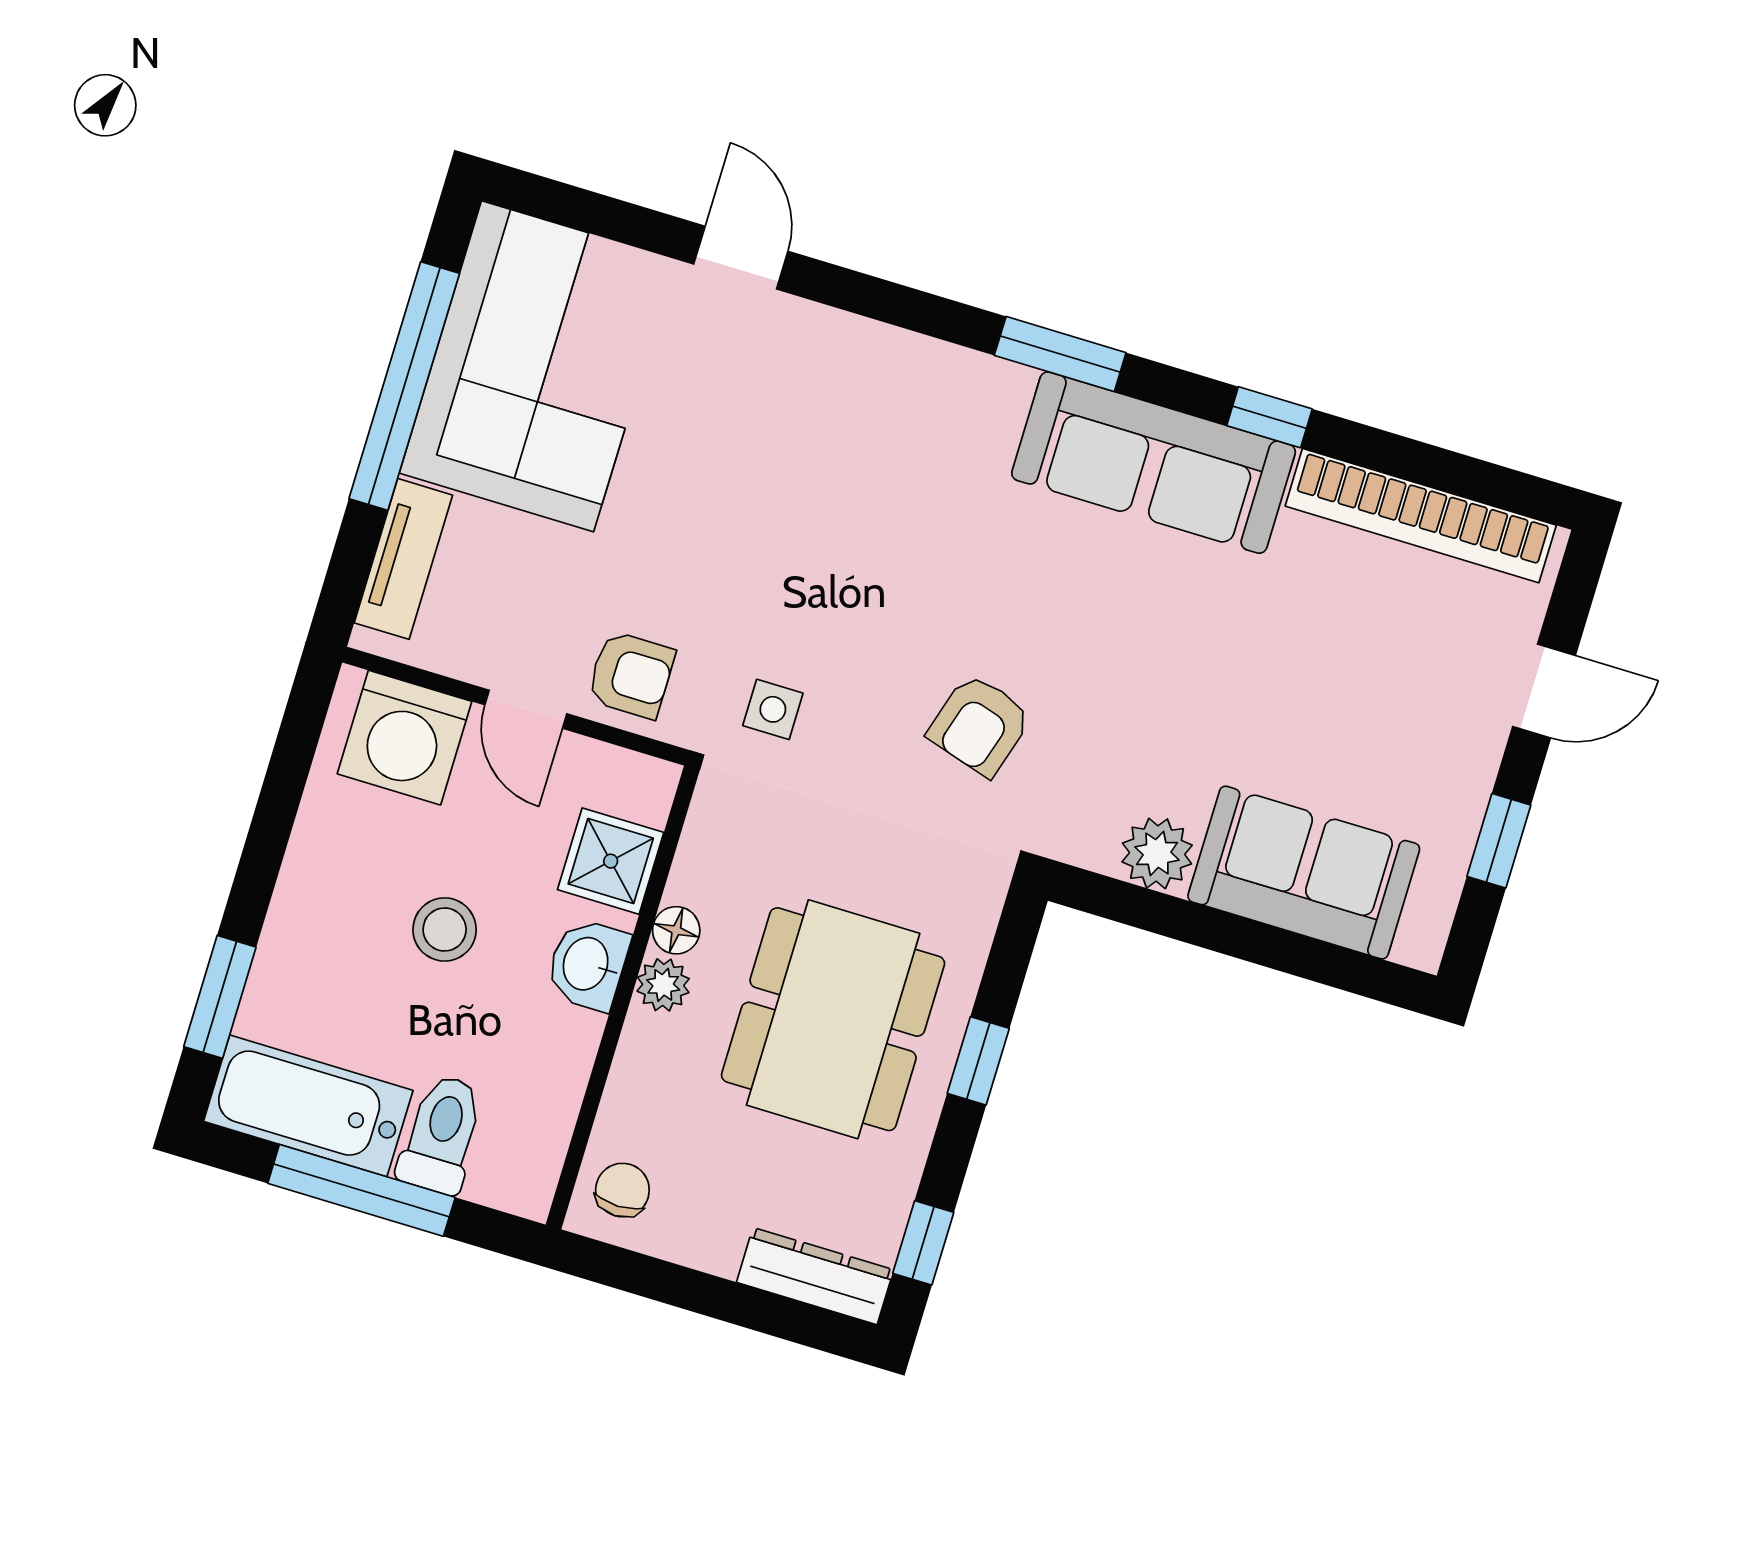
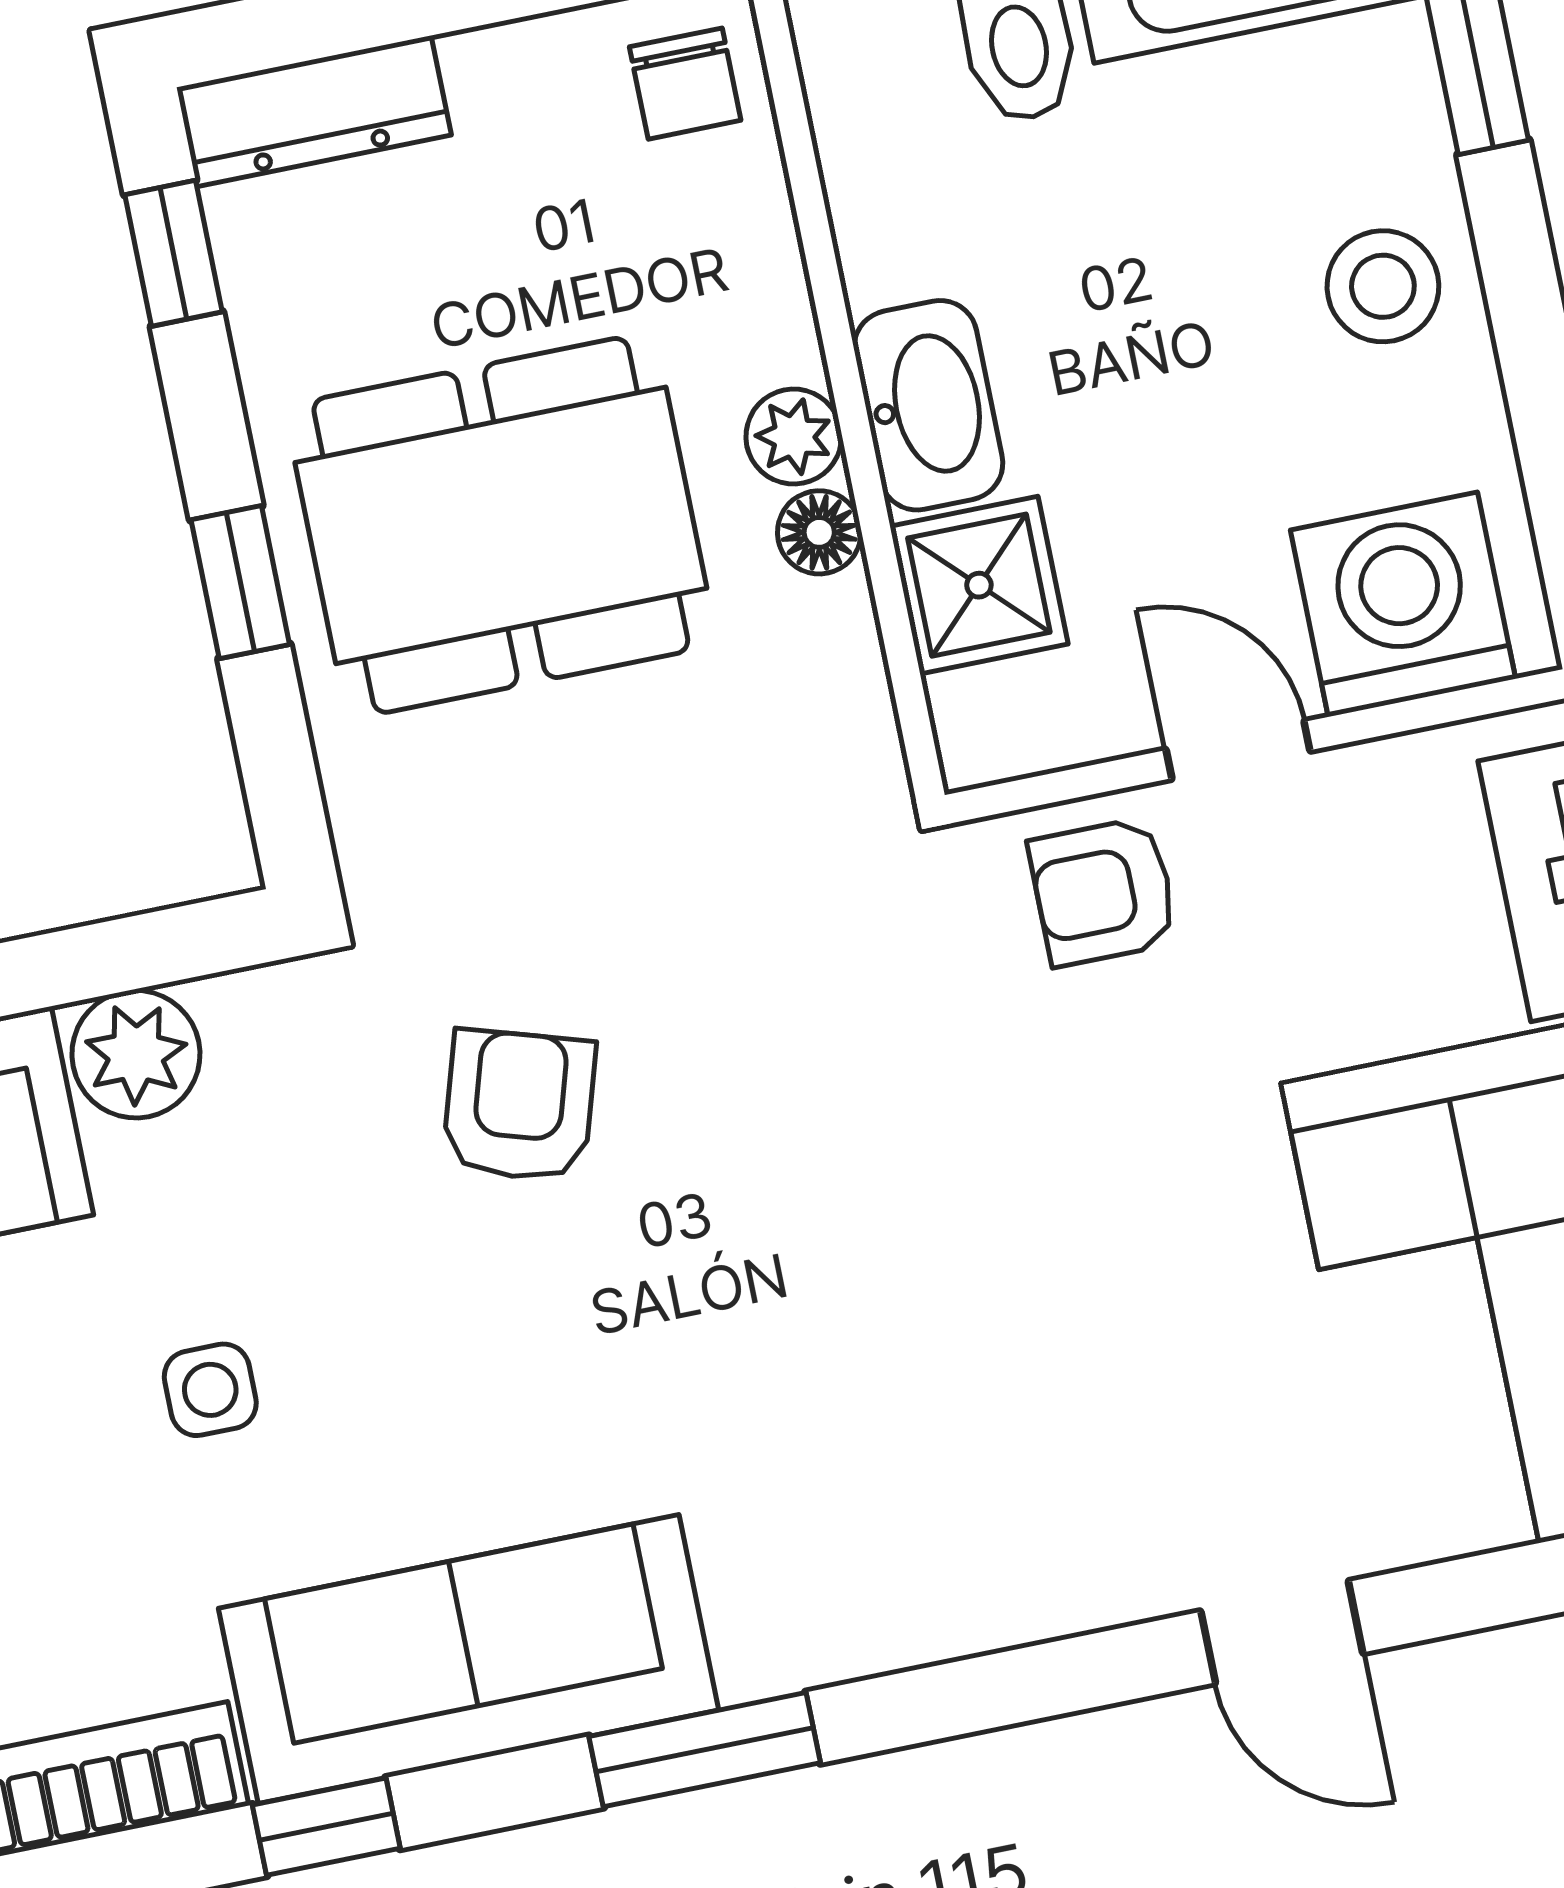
side table: (773, 709) -> (210, 1390), moved
stool: (445, 929) -> (1383, 286), moved
washbasin: (588, 964) -> (928, 405), width x1.38
dining table: (833, 1019) -> (501, 525), turned 90

